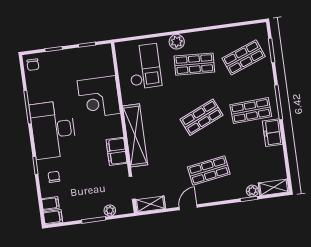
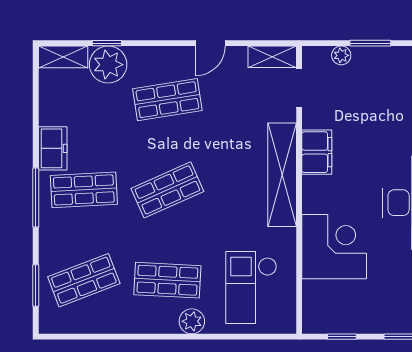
plant: (252, 191) -> (108, 65), width x1.87, depth x1.87

